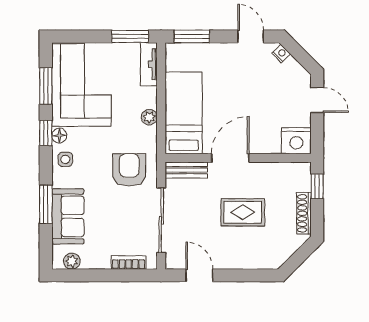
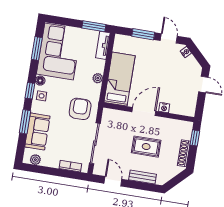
window: (192, 36) -> (143, 34), moved
window: (46, 133) -> (30, 91), moved
nightstand: (296, 141) -> (164, 108), moved, width x0.53, depth x0.56
bench: (186, 170) -> (143, 177), moved

